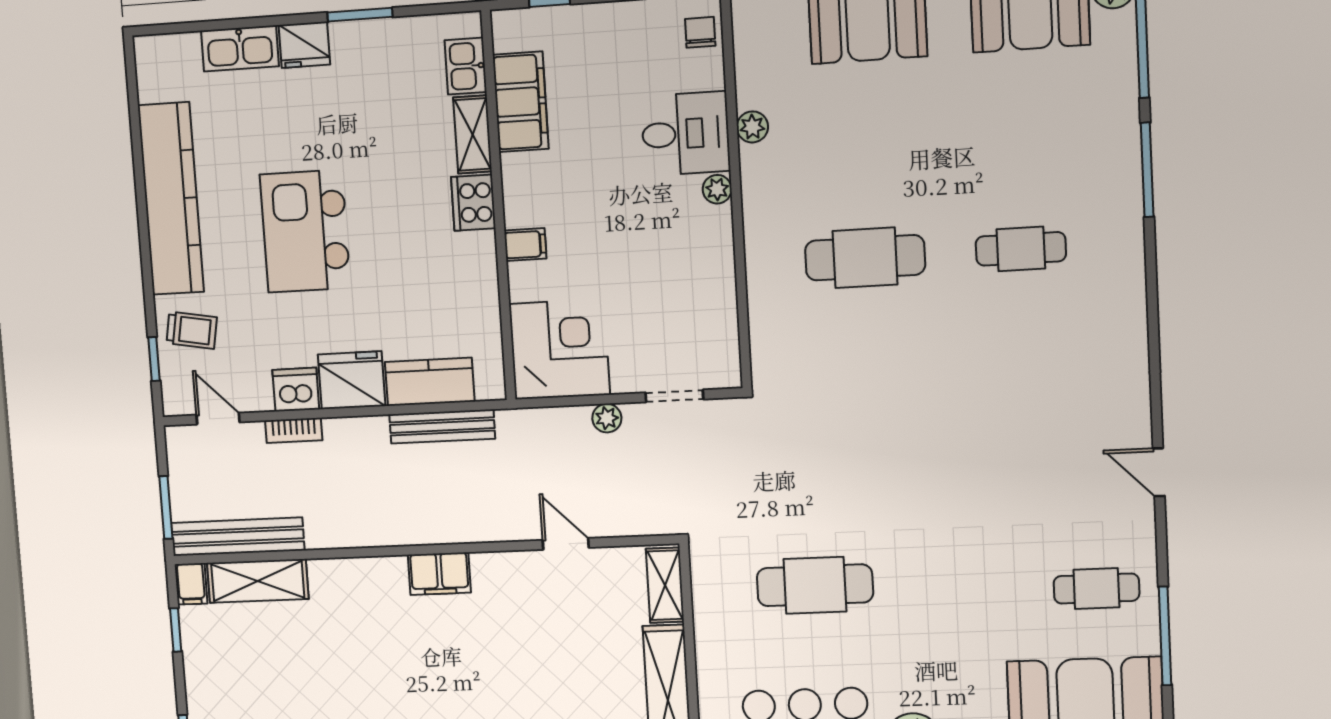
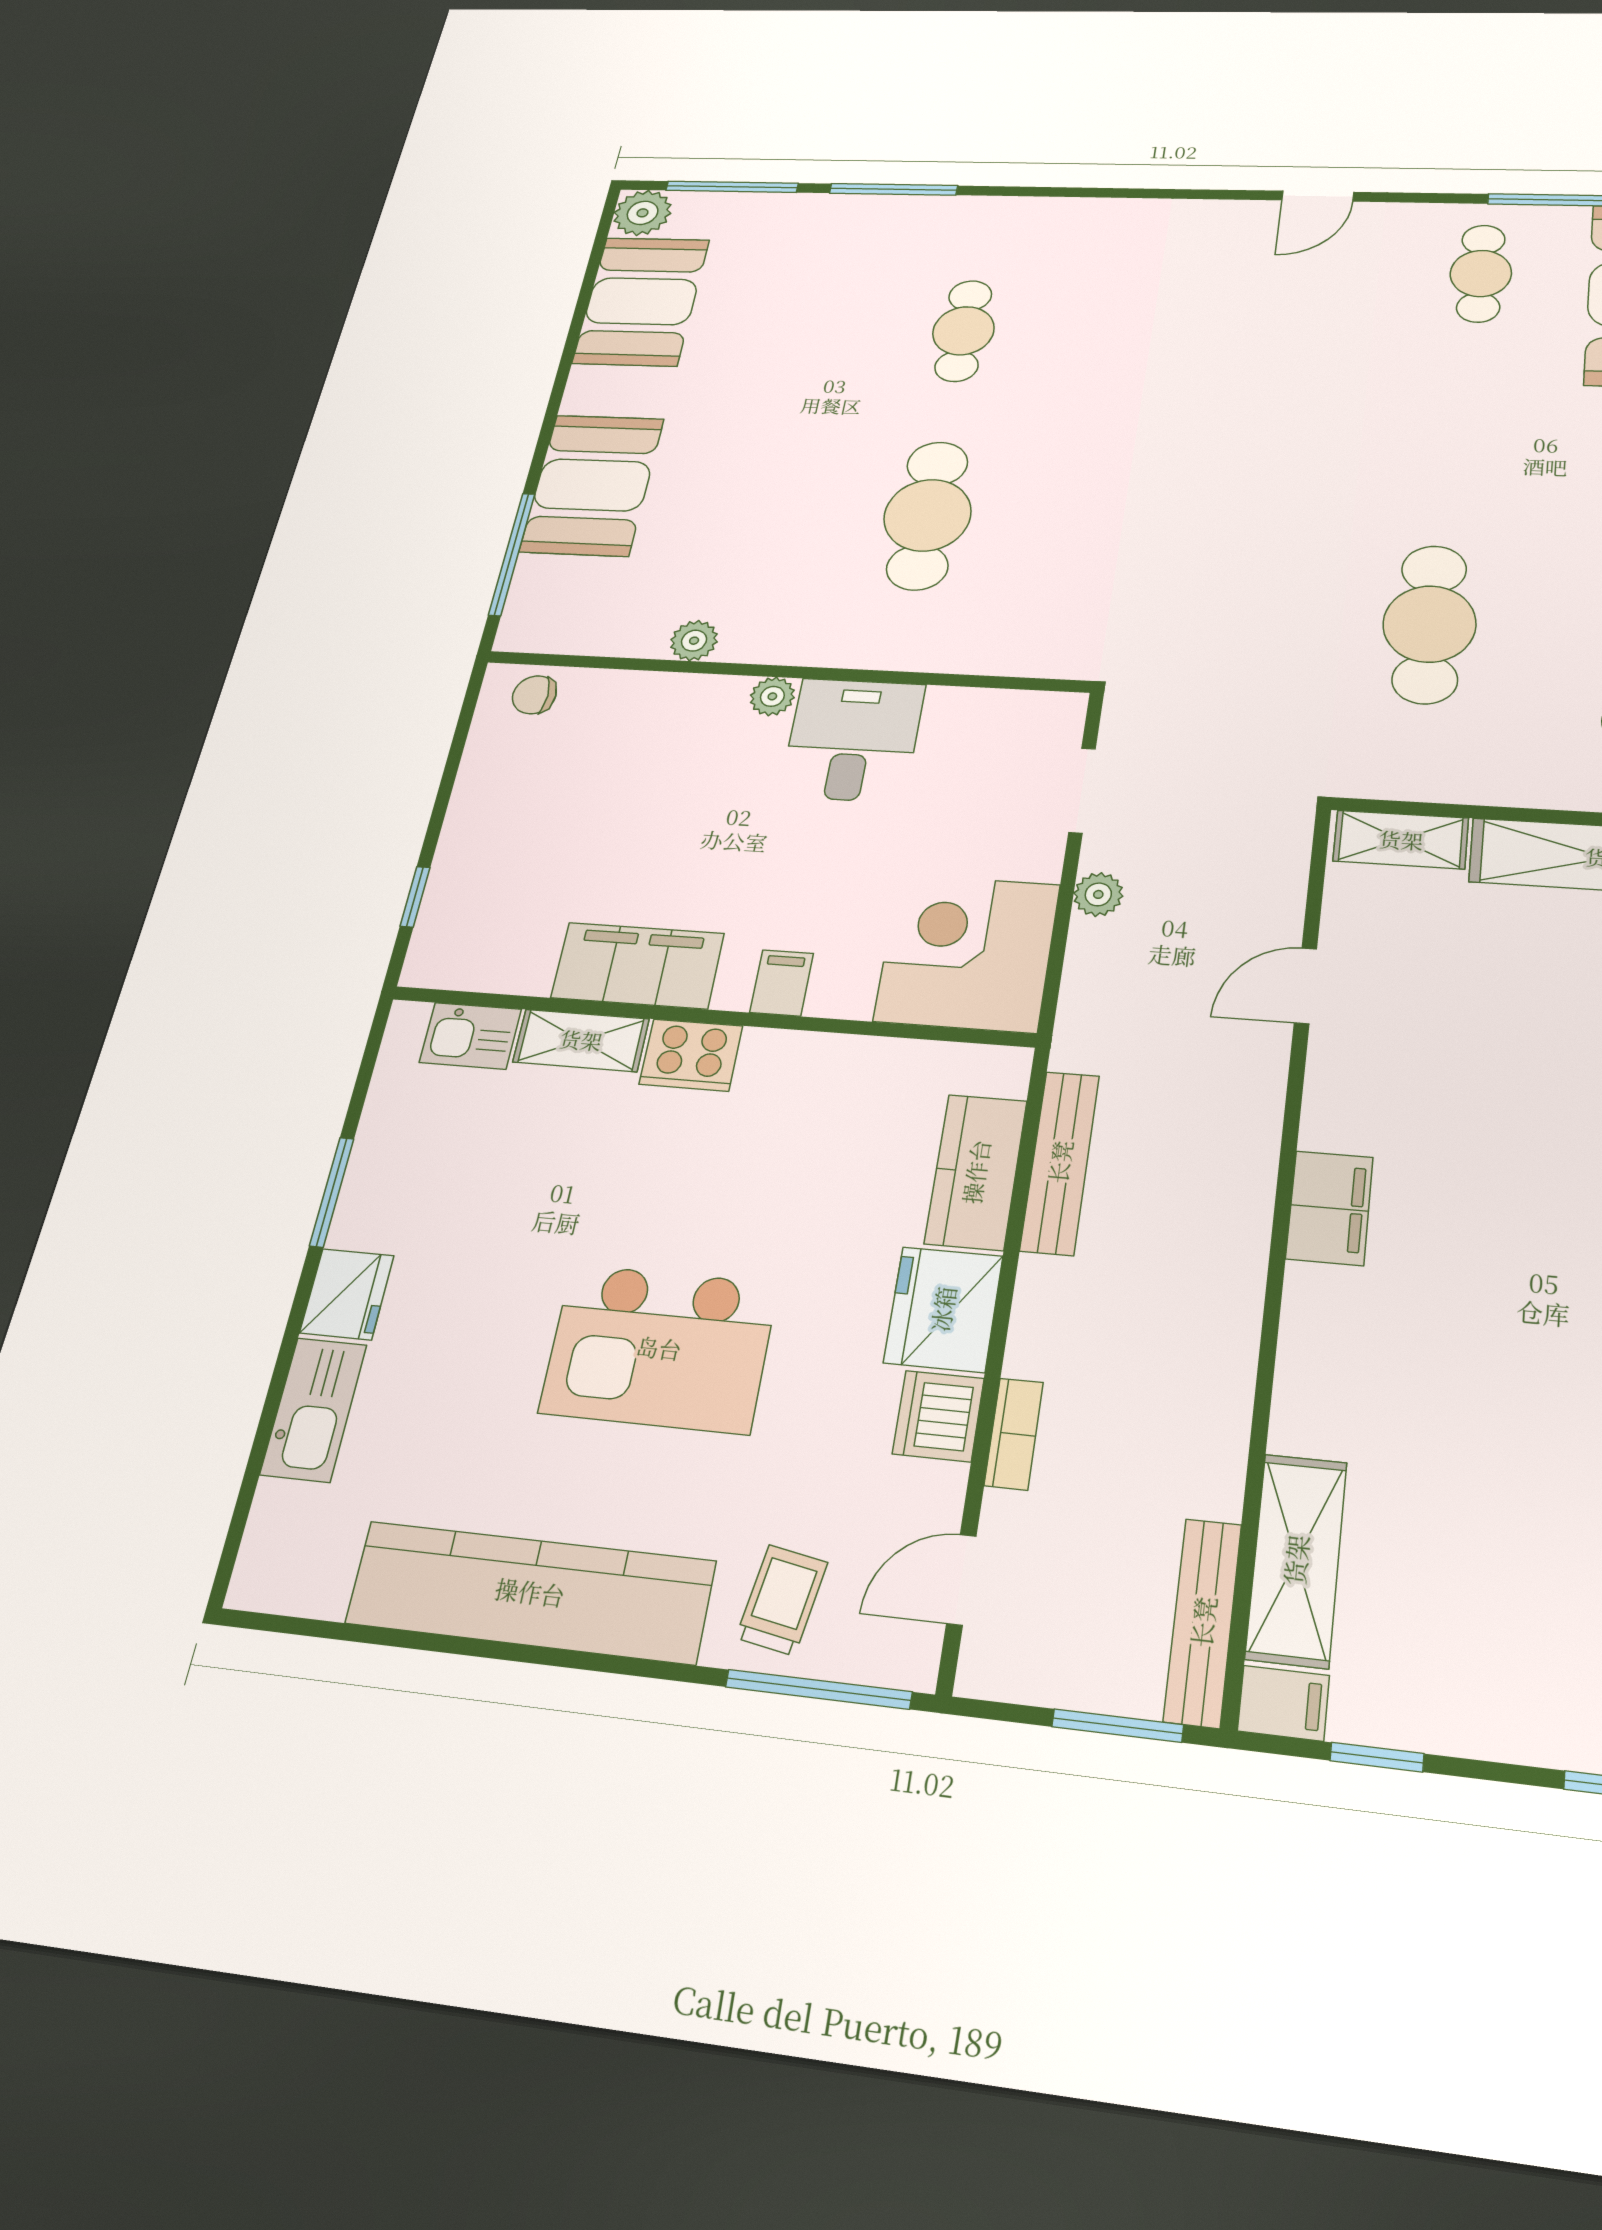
filing cabinet: (521, 102) -> (638, 966), moved
desk: (685, 134) -> (853, 740), moved
window: (154, 359) -> (818, 1689), width x2.17
bench: (238, 537) -> (1203, 1622), width x0.73, depth x0.82

